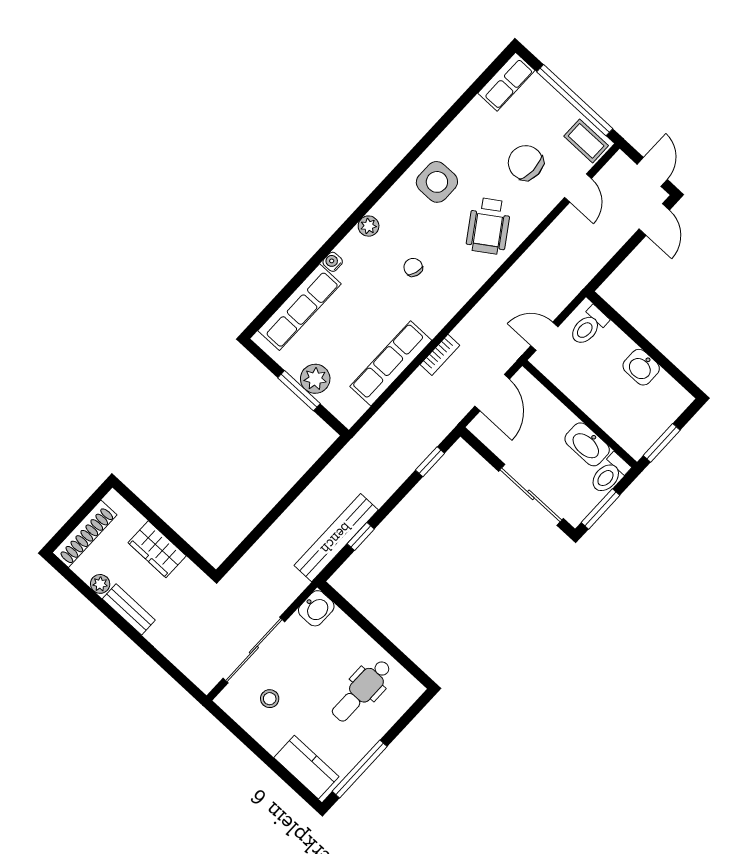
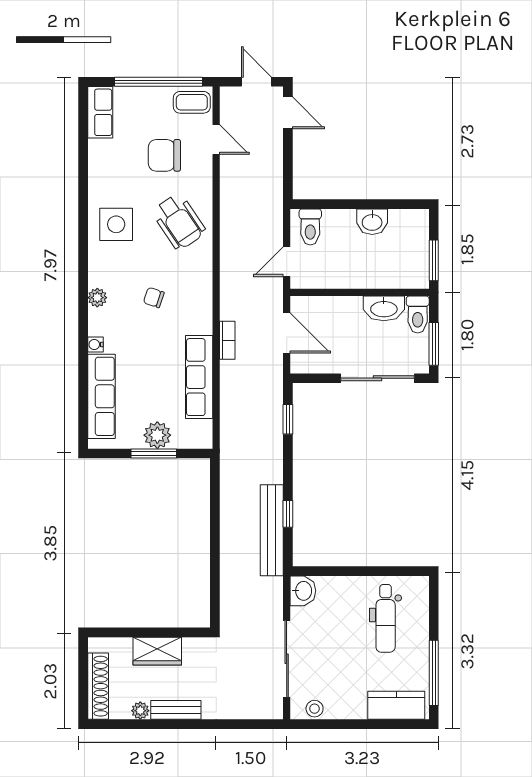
stool: (270, 699) -> (315, 709), moved

